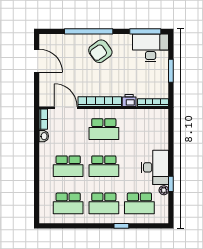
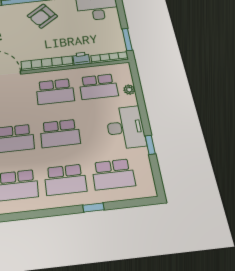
window: (171, 71) -> (127, 39), moved
school desk: (139, 129) -> (98, 87), added
plant: (164, 190) -> (129, 90), moved

